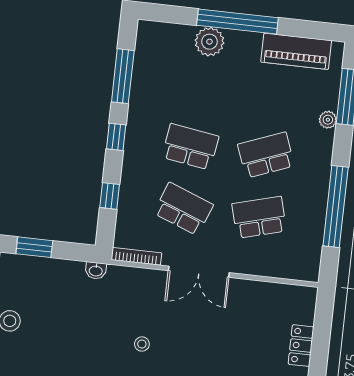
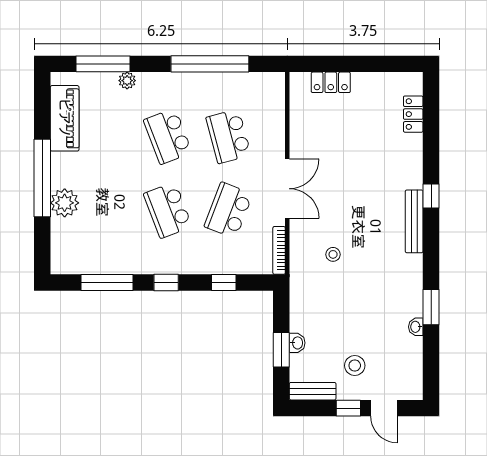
school desk: (190, 147) -> (168, 210), turned -30
washbasin: (96, 271) -> (297, 343), moved
stool: (142, 344) -> (333, 254), moved
locker: (301, 346) -> (331, 82), moved

